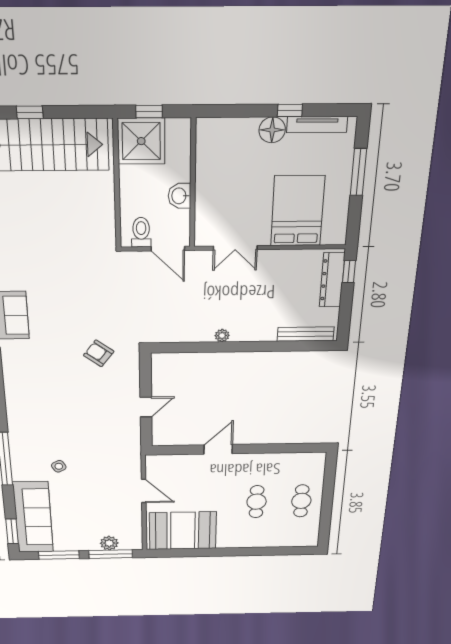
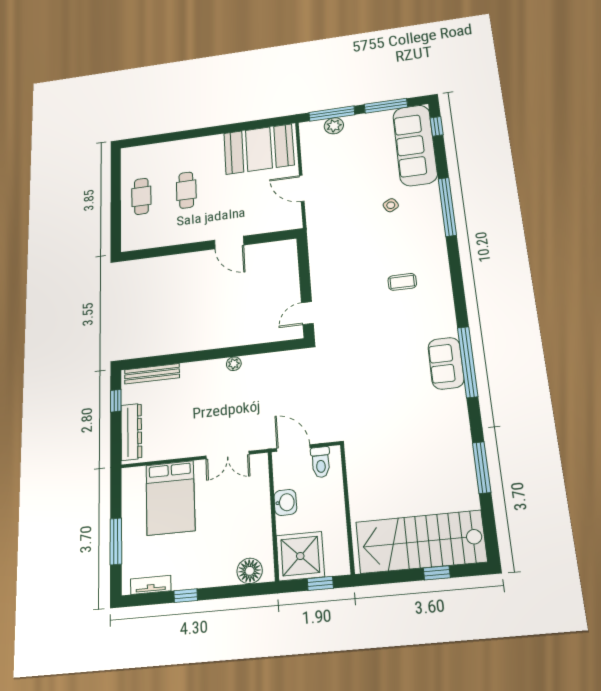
tv unit: (317, 125) -> (151, 585), width x0.71
floor lamp: (272, 130) -> (250, 571), moved
shower: (141, 141) -> (300, 556), moved
double door: (235, 248) -> (227, 455), swing flipped
window: (349, 272) -> (116, 401), moved
armchair: (99, 353) -> (356, 332), removed
coffee table: (51, 395) -> (402, 282), added
door: (146, 407) -> (307, 313), moved
door: (218, 449) -> (229, 243), hinge flipped
window: (12, 531) -> (437, 126), width x0.67

